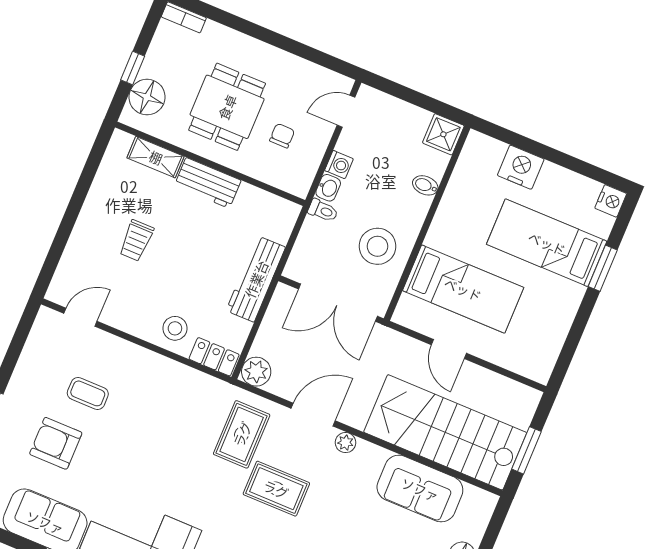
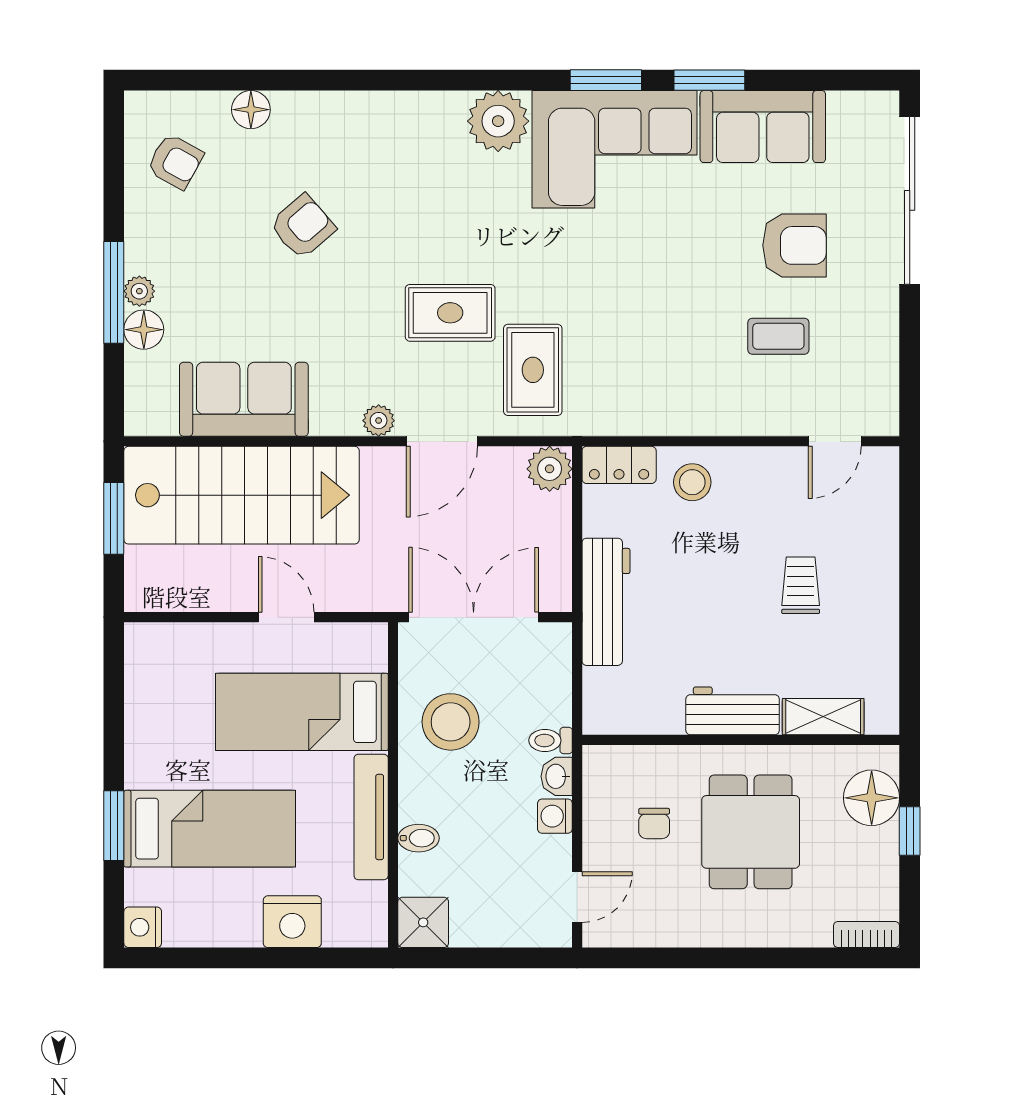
tv unit: (448, 210) -> (371, 817), added

